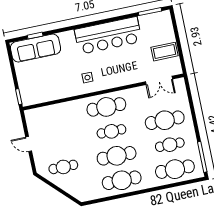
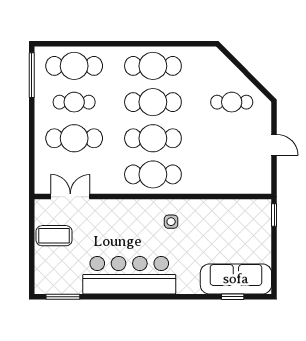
cafe table: (111, 131) -> (153, 138), width x1.37, depth x1.35

